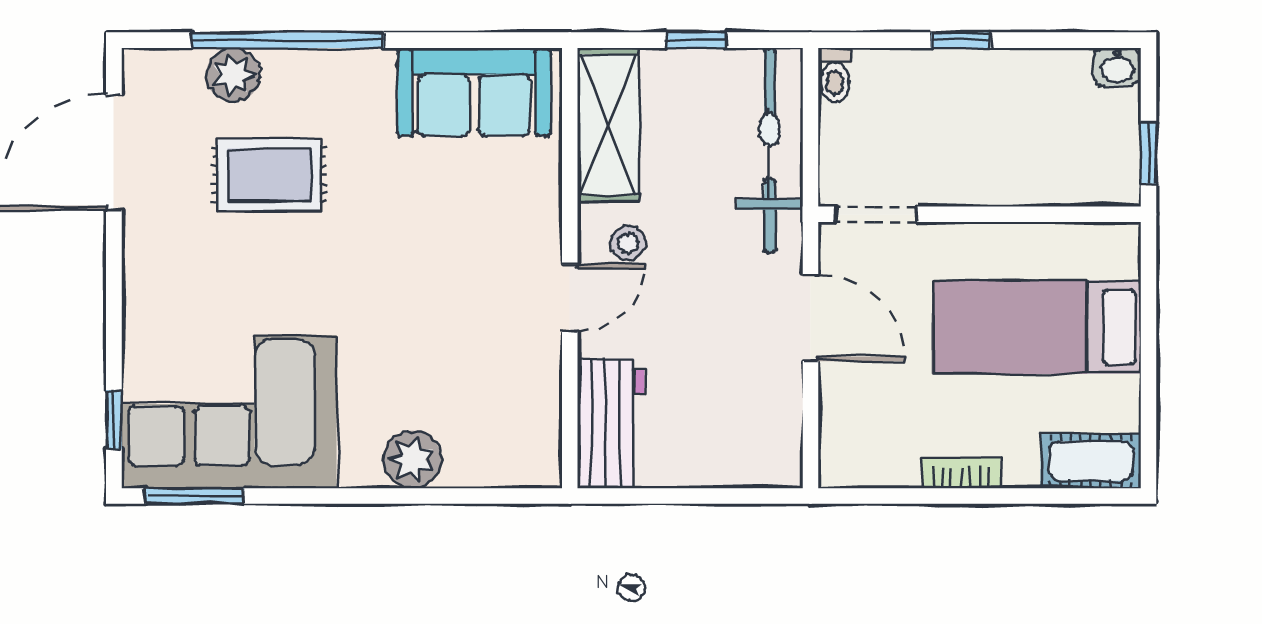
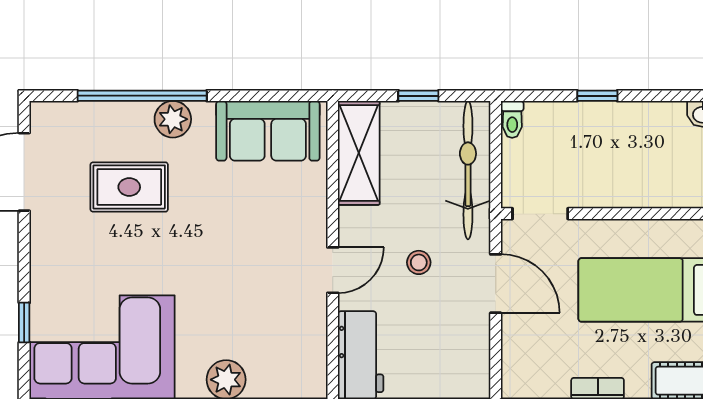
plant: (233, 75) -> (173, 119), moved
stool: (628, 243) -> (419, 262), moved
window: (114, 419) -> (24, 322), moved

